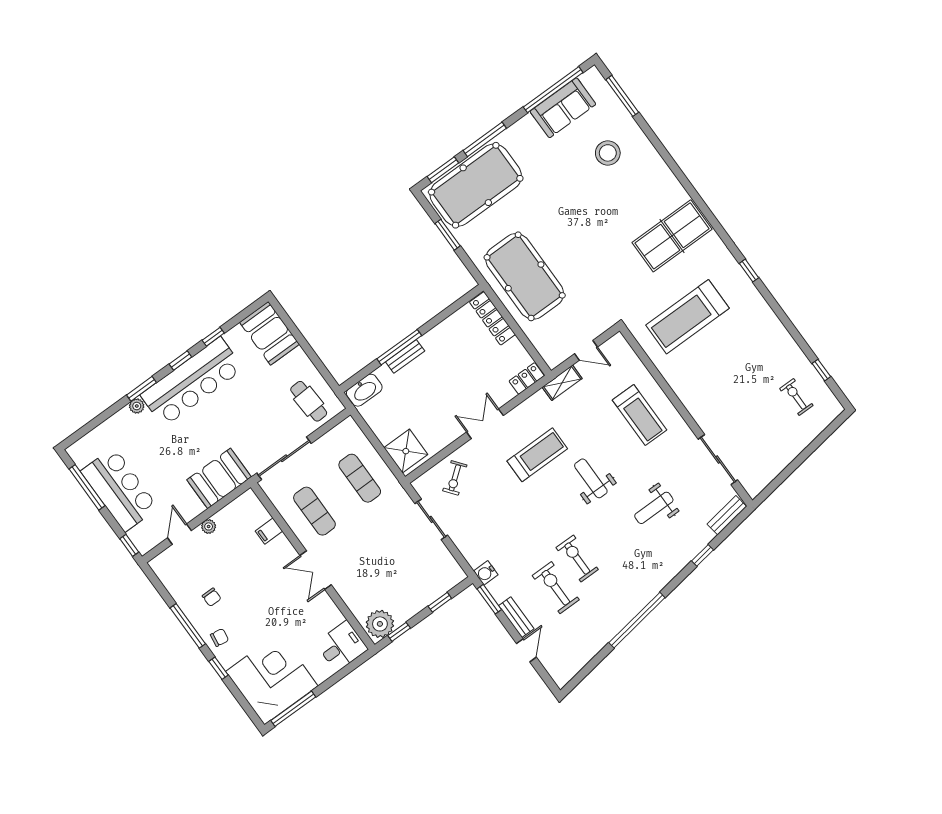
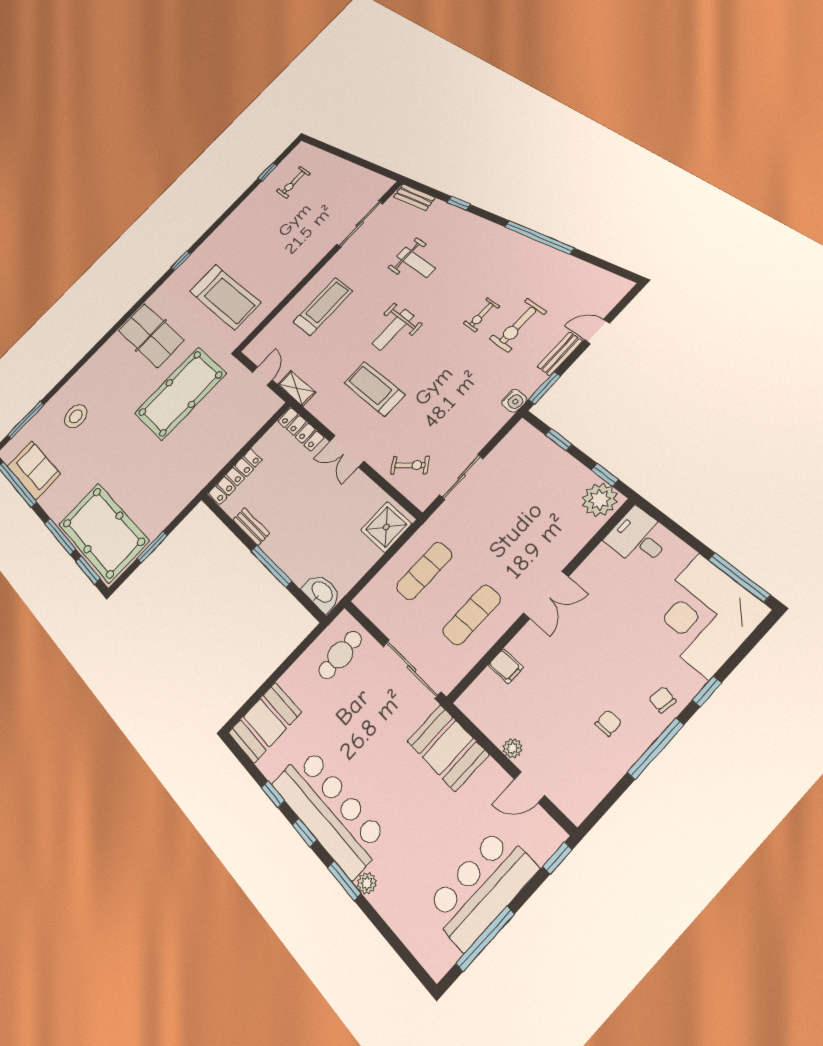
pool table: (525, 276) -> (180, 393), moved
bench: (405, 356) -> (251, 527), moved
locker: (527, 378) -> (301, 429), width x1.53
exercise bike: (577, 559) -> (481, 315), width x0.73, depth x0.72

